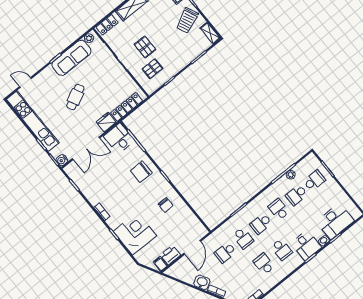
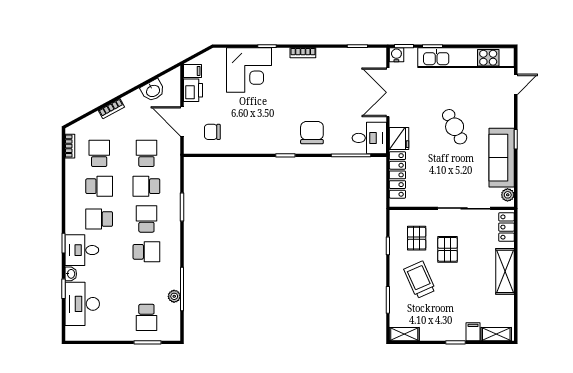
trolley: (187, 20) -> (420, 280), moved
pallet: (145, 47) -> (448, 249), turned 90
school desk: (297, 195) -> (99, 153), moved
chair: (166, 205) -> (212, 132), moved
washbasin: (202, 282) -> (153, 91), moved

